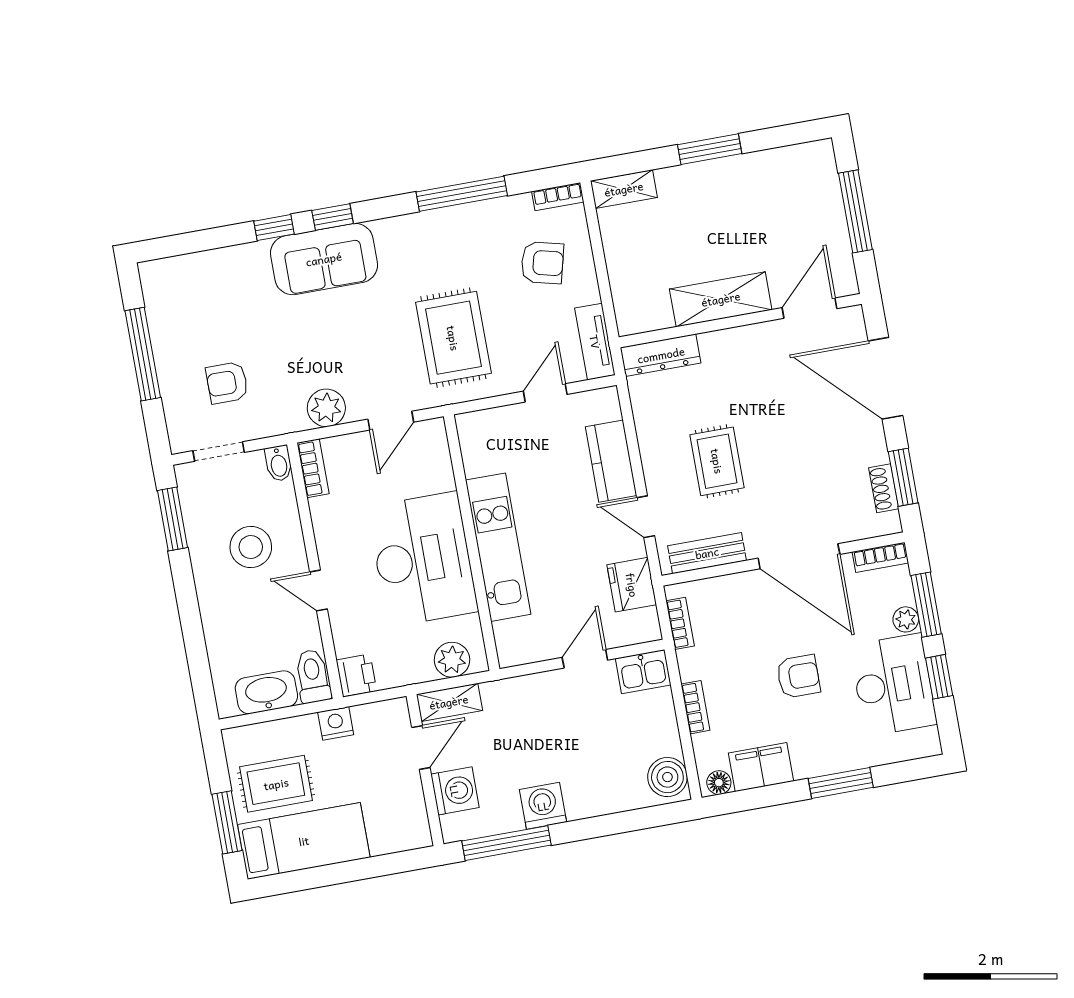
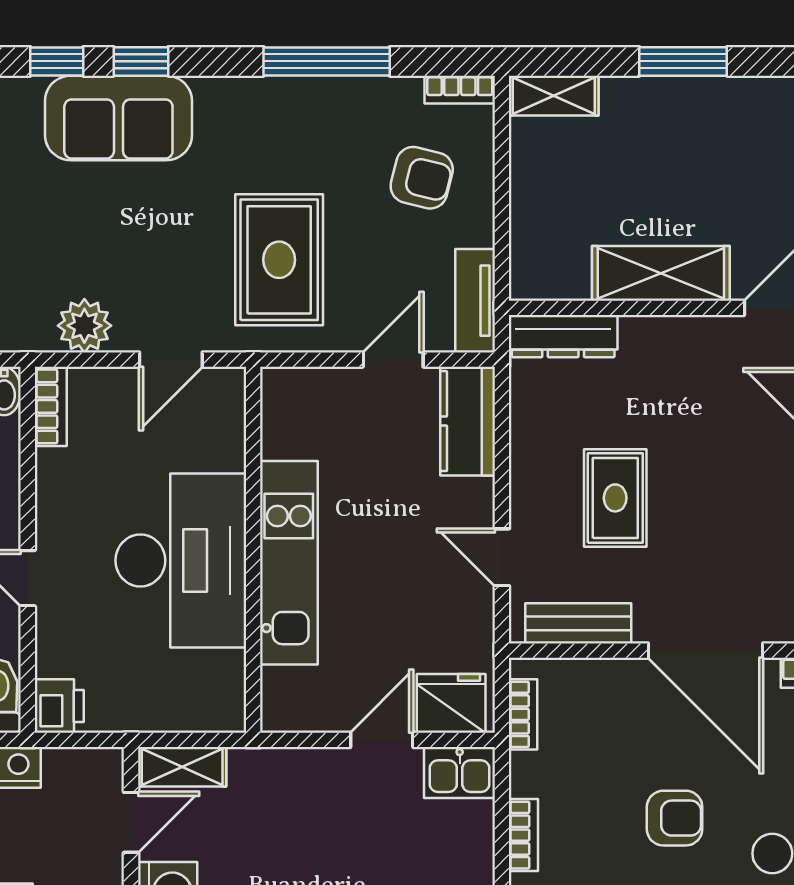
kitchen counter: (611, 461) -> (468, 421), moved
fridge: (632, 585) -> (451, 703), moved, turned 90
plant: (452, 660) -> (196, 708), removed

